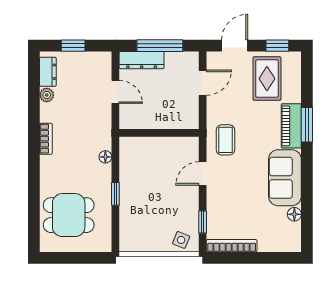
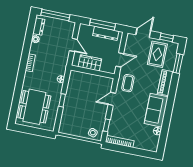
window: (73, 46) -> (55, 15), width x2.17
dresser: (142, 60) -> (106, 33), moved
door: (203, 83) -> (120, 60), moved
wardrobe: (151, 118) -> (90, 63), added
window: (307, 125) -> (178, 64), moved
dining table: (69, 215) -> (34, 107), width x1.38

